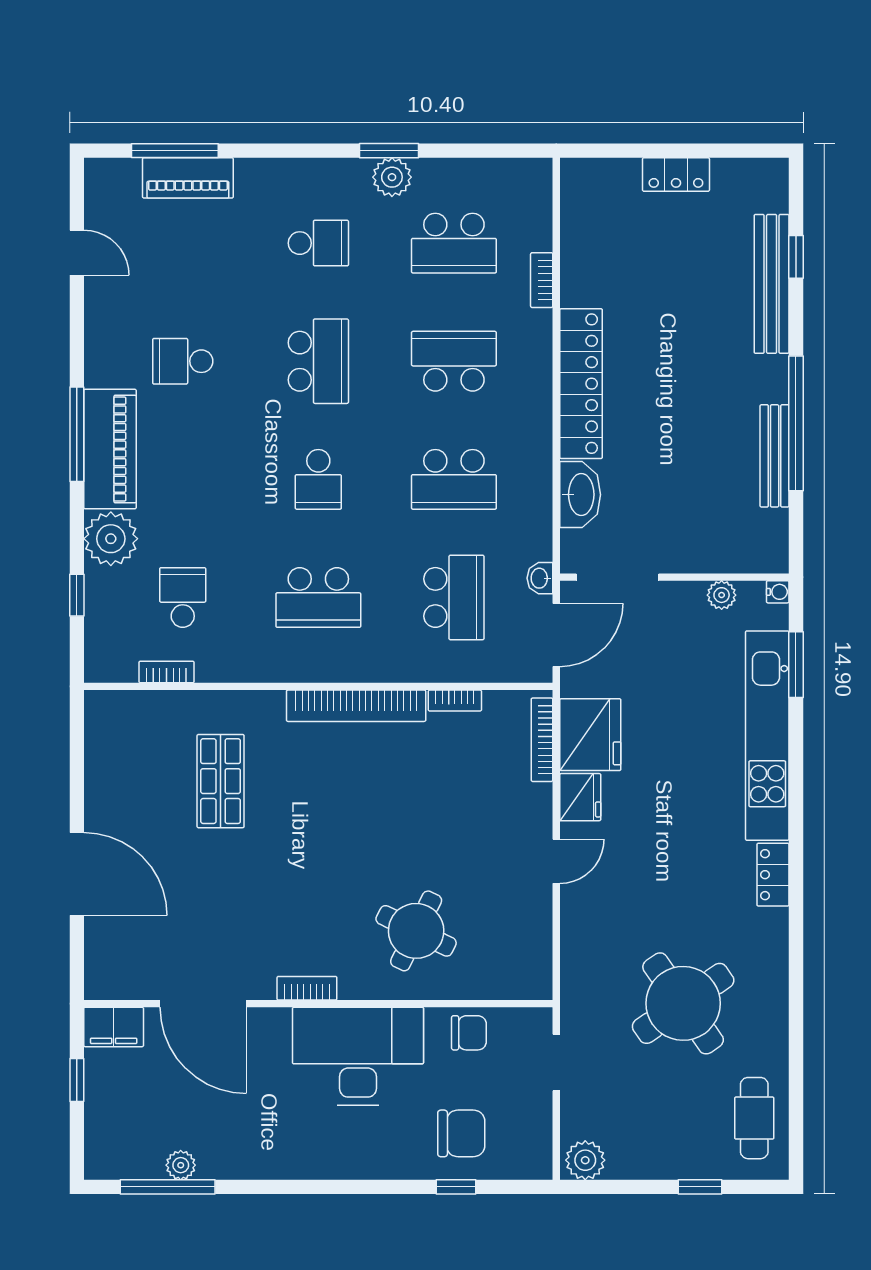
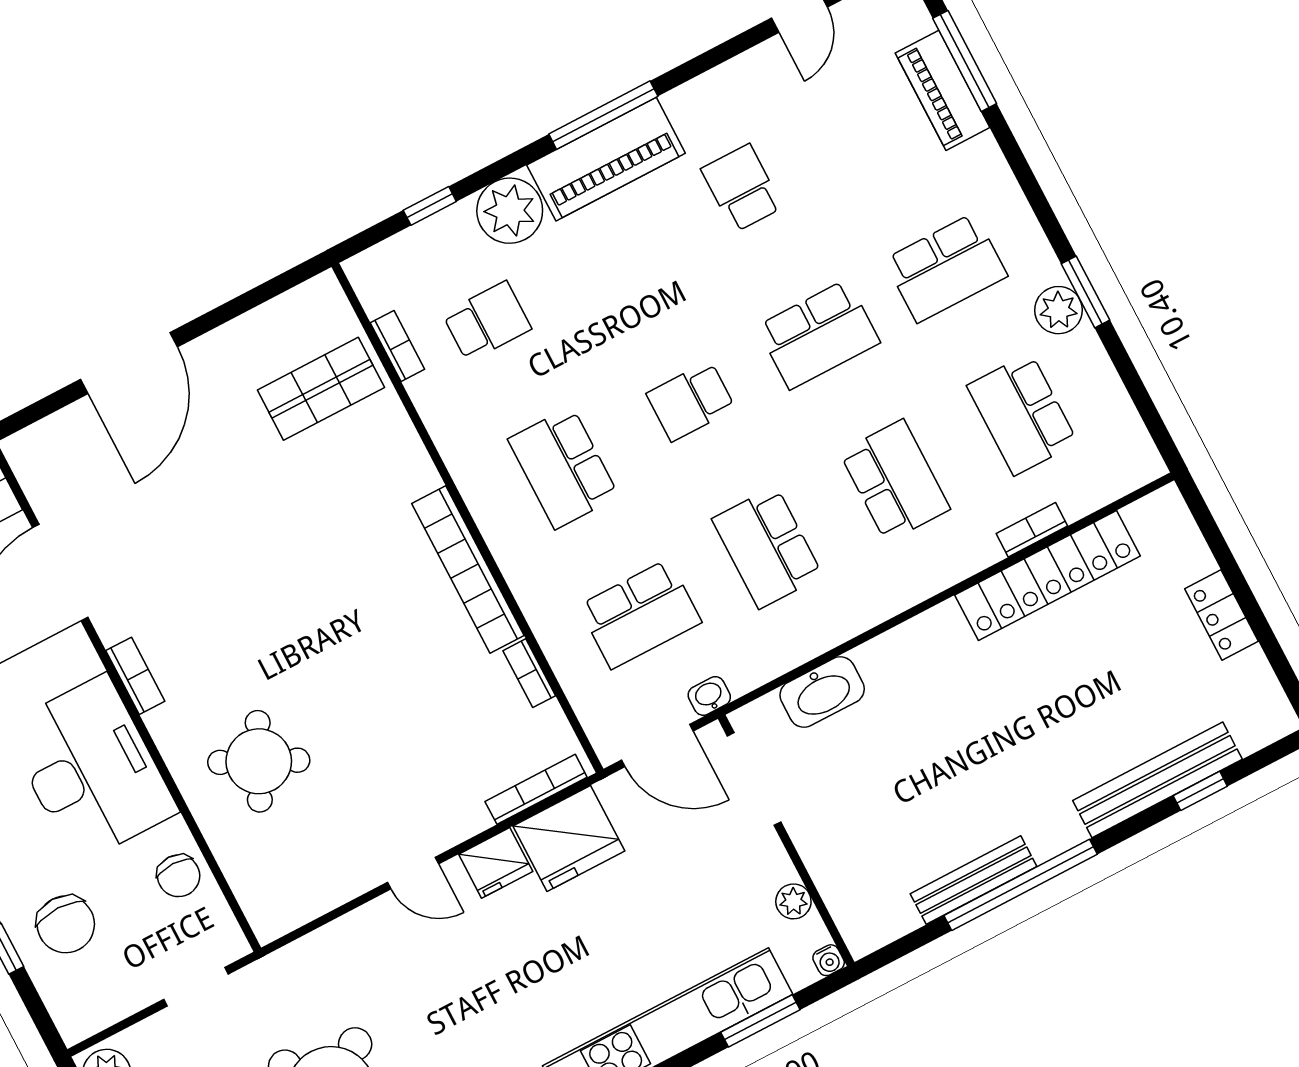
school desk: (318, 243) -> (946, 268), width x1.85
locker: (581, 384) -> (1048, 575), moved
shop shelf: (221, 781) -> (321, 389), moved

